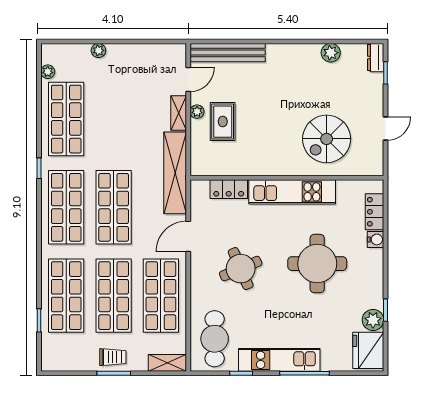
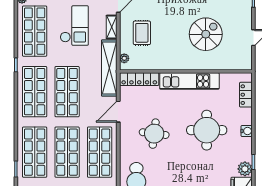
checkout: (124, 111) -> (74, 26), added
plant: (197, 112) -> (124, 58), moved
spiral stairs: (327, 139) -> (206, 34), moved, turned 180
locker: (229, 189) -> (139, 79), width x1.53
water cooler: (376, 239) -> (247, 131), moved
round table: (241, 269) -> (154, 134), turned 30

